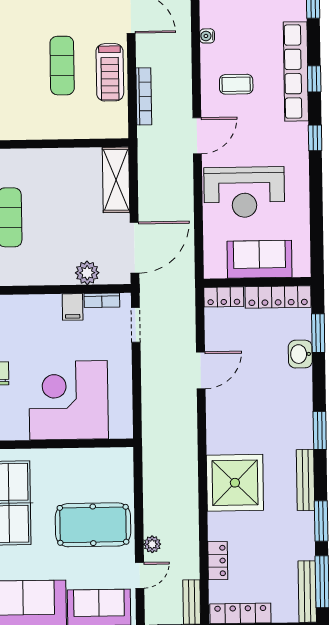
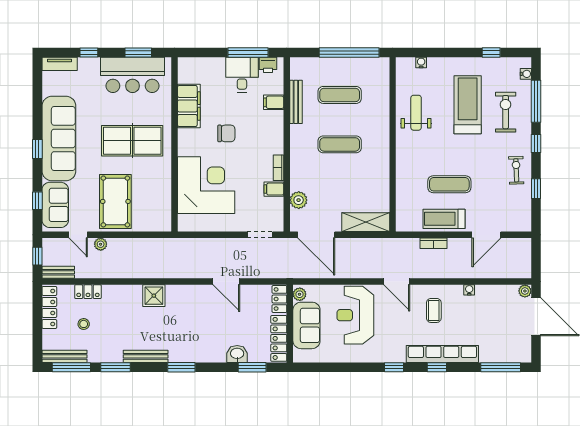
bookcase: (144, 96) -> (434, 243), width x0.64
plant: (217, 269) -> (300, 294), added
bookcase: (102, 300) -> (278, 168), moved
shower: (235, 483) -> (154, 296), width x0.54, depth x0.54
stool: (262, 566) -> (84, 324), added

